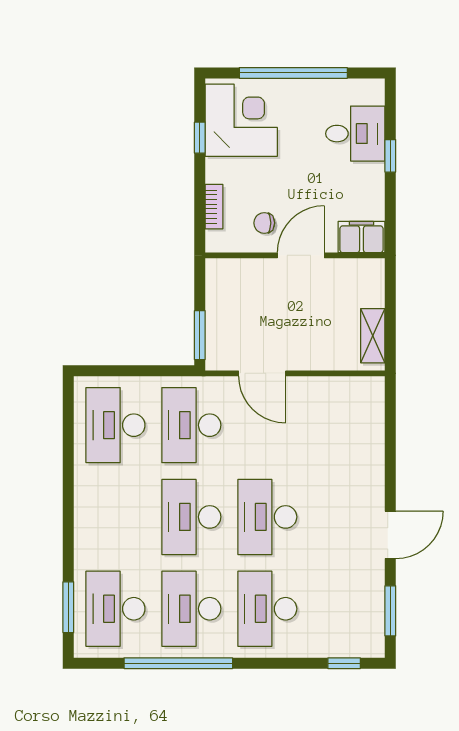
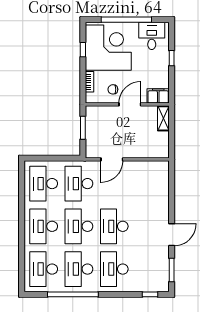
corner desk: (241, 120) -> (108, 48), width x1.36, depth x1.36
desk: (355, 134) -> (152, 36), moved, turned -90
window: (200, 335) -> (83, 128), moved
shelving: (373, 336) -> (163, 118), moved
door: (262, 373) -> (112, 159), hinge flipped
desk: (115, 517) -> (44, 226), added
window: (68, 607) -> (22, 268), removed

